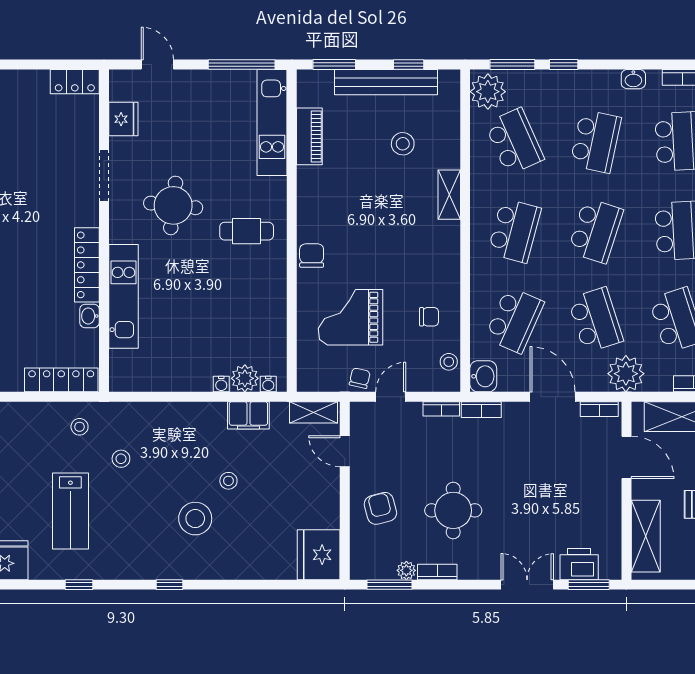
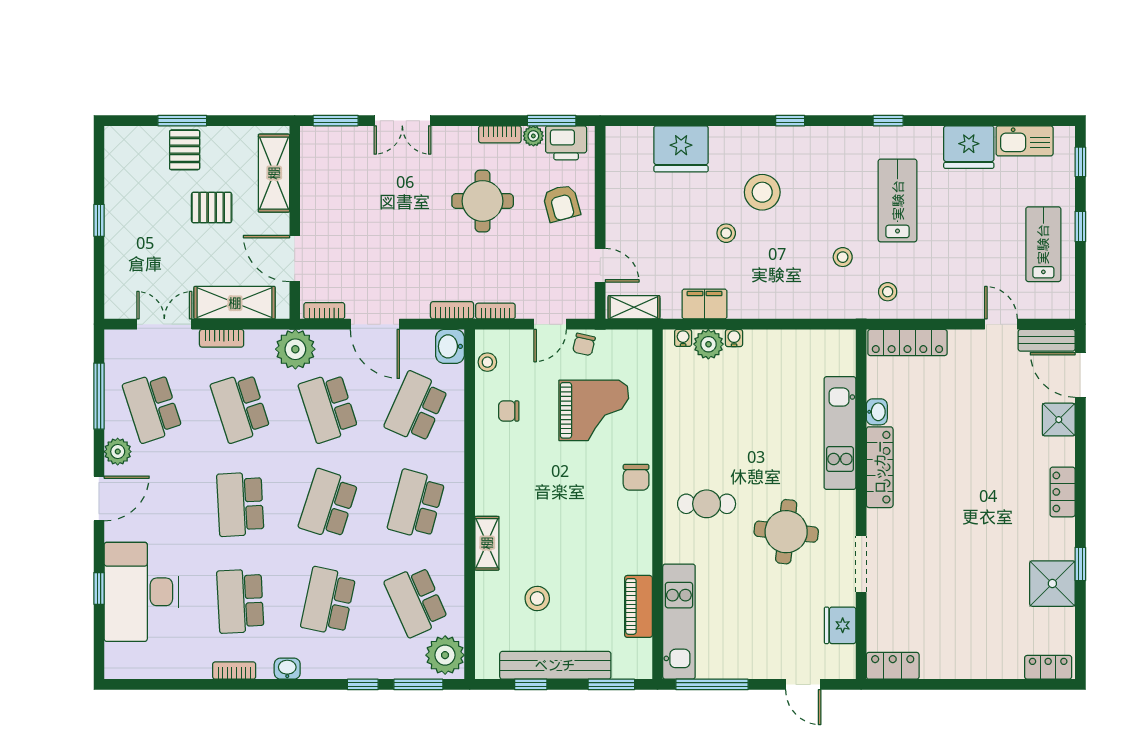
fridge: (319, 555) -> (681, 149), moved, turned 90
printer: (579, 564) -> (566, 143), moved

